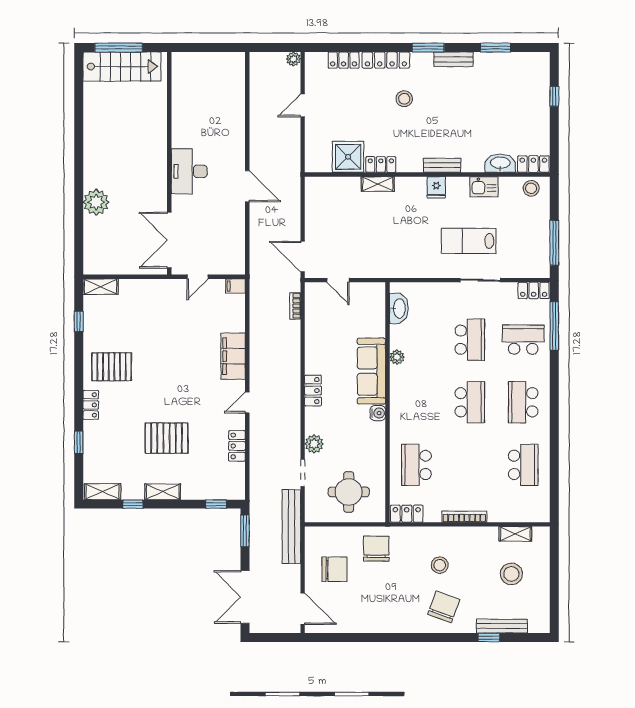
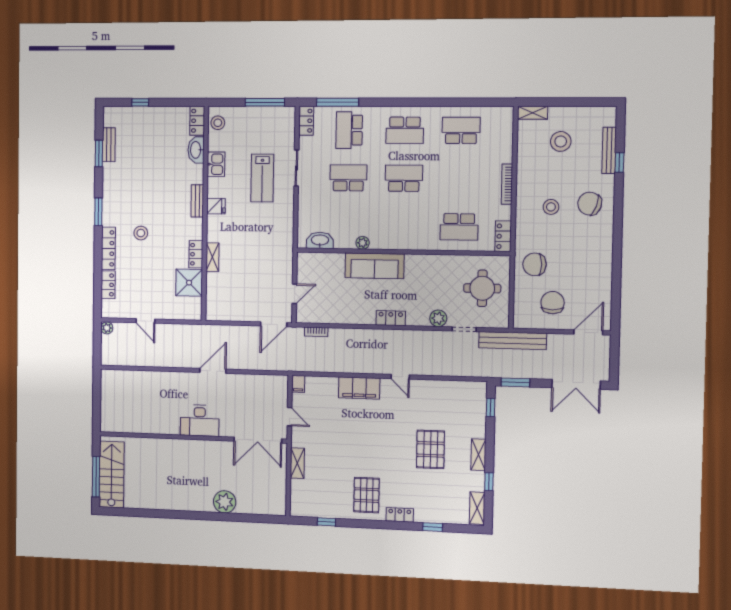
bench: (454, 59) -> (109, 145), moved
shelving: (101, 287) -> (297, 463), moved
water cooler: (378, 413) -> (412, 261), removed
locker: (237, 446) -> (439, 387), removed
shelving: (515, 534) -> (533, 113), moved, turned 90

